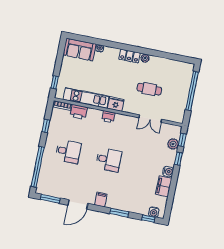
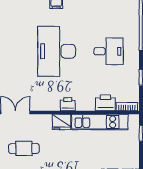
desk: (68, 151) -> (109, 51), turned 180
desk: (109, 160) -> (57, 51), width x1.87, depth x1.30

